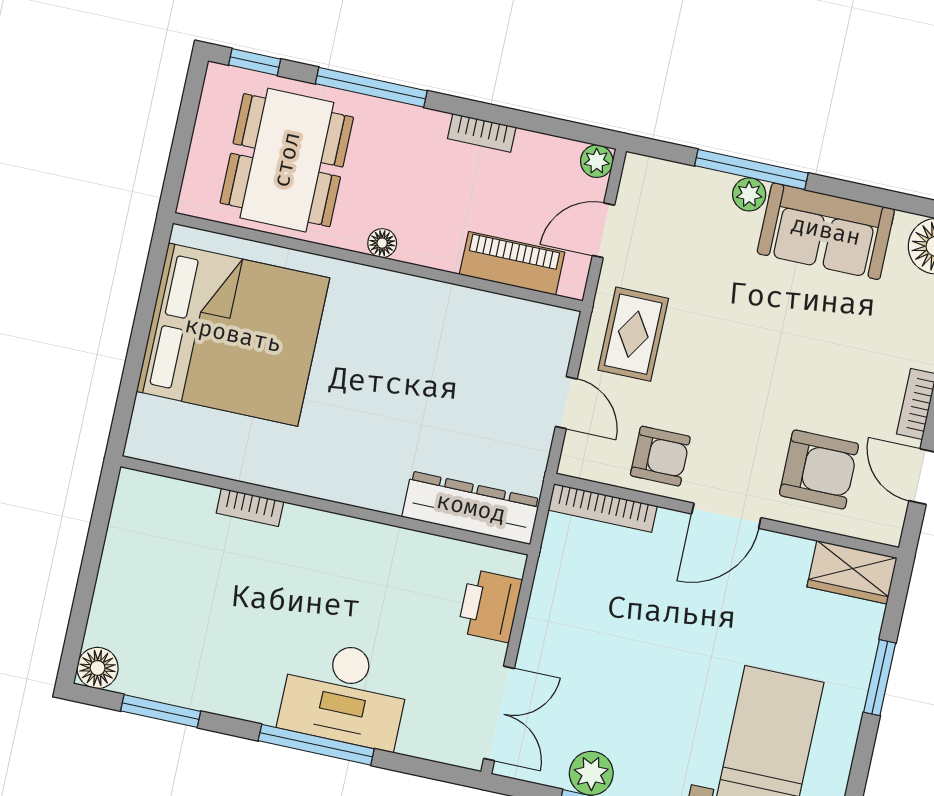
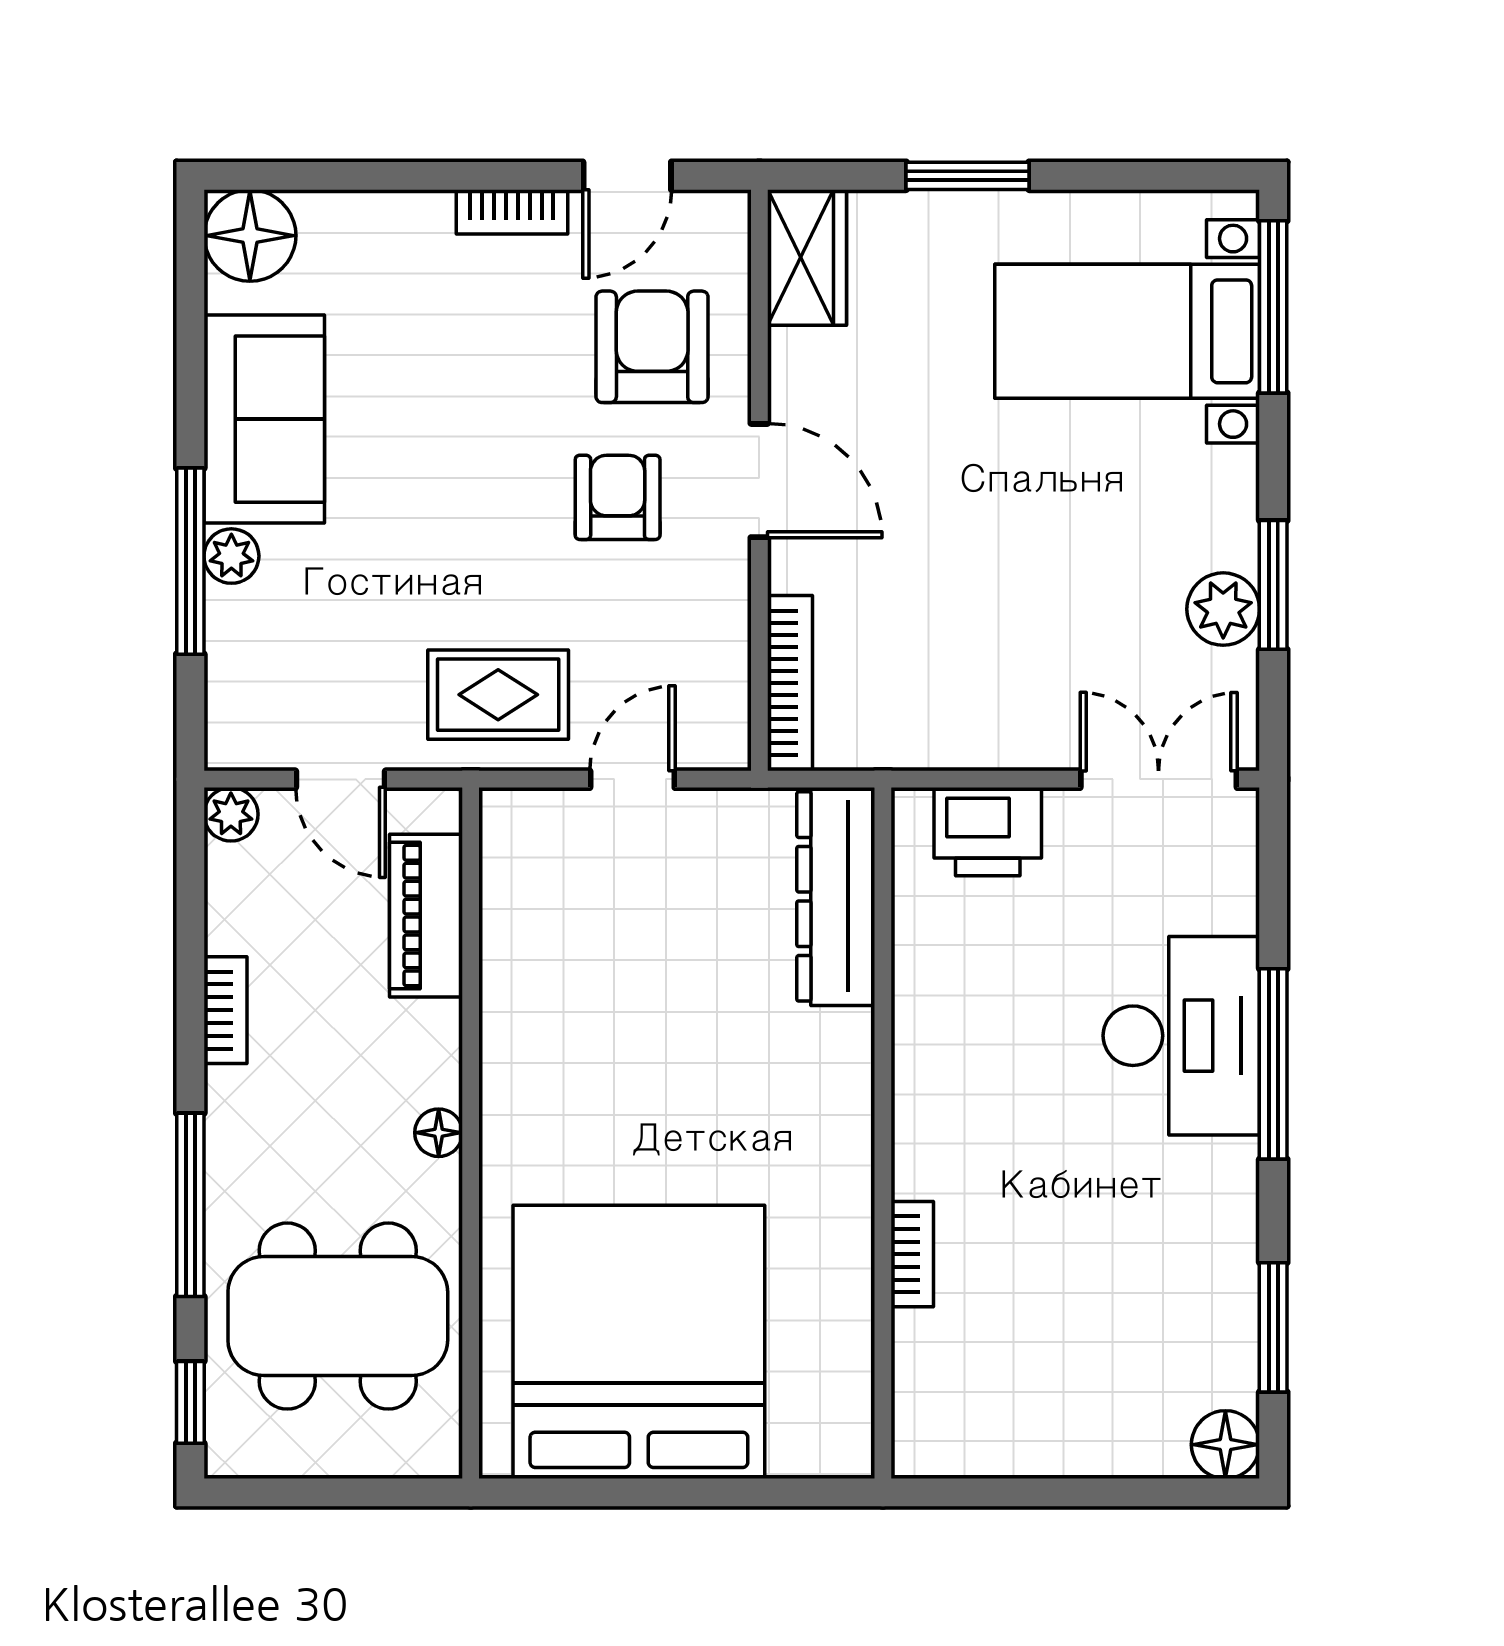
armchair: (660, 456) -> (618, 497), moved

